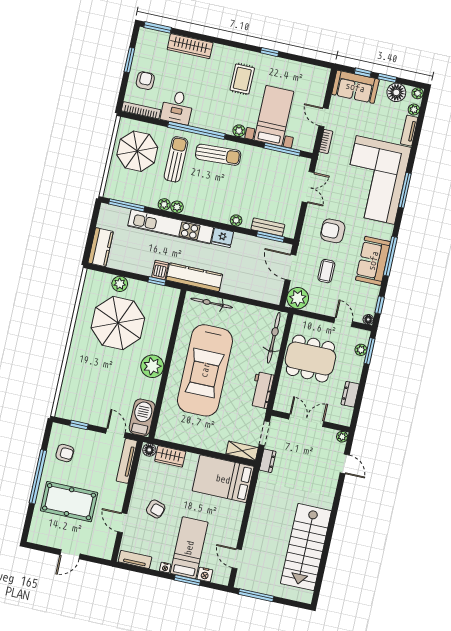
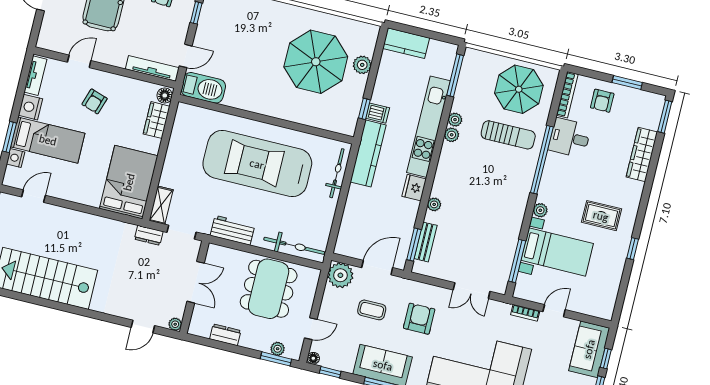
armchair: (145, 81) -> (602, 101), turned 90
sun lounger: (218, 155) -> (512, 185), removed
plant: (152, 366) -> (264, 101), removed
nightstand: (165, 568) -> (30, 107), width x1.89, depth x1.79

